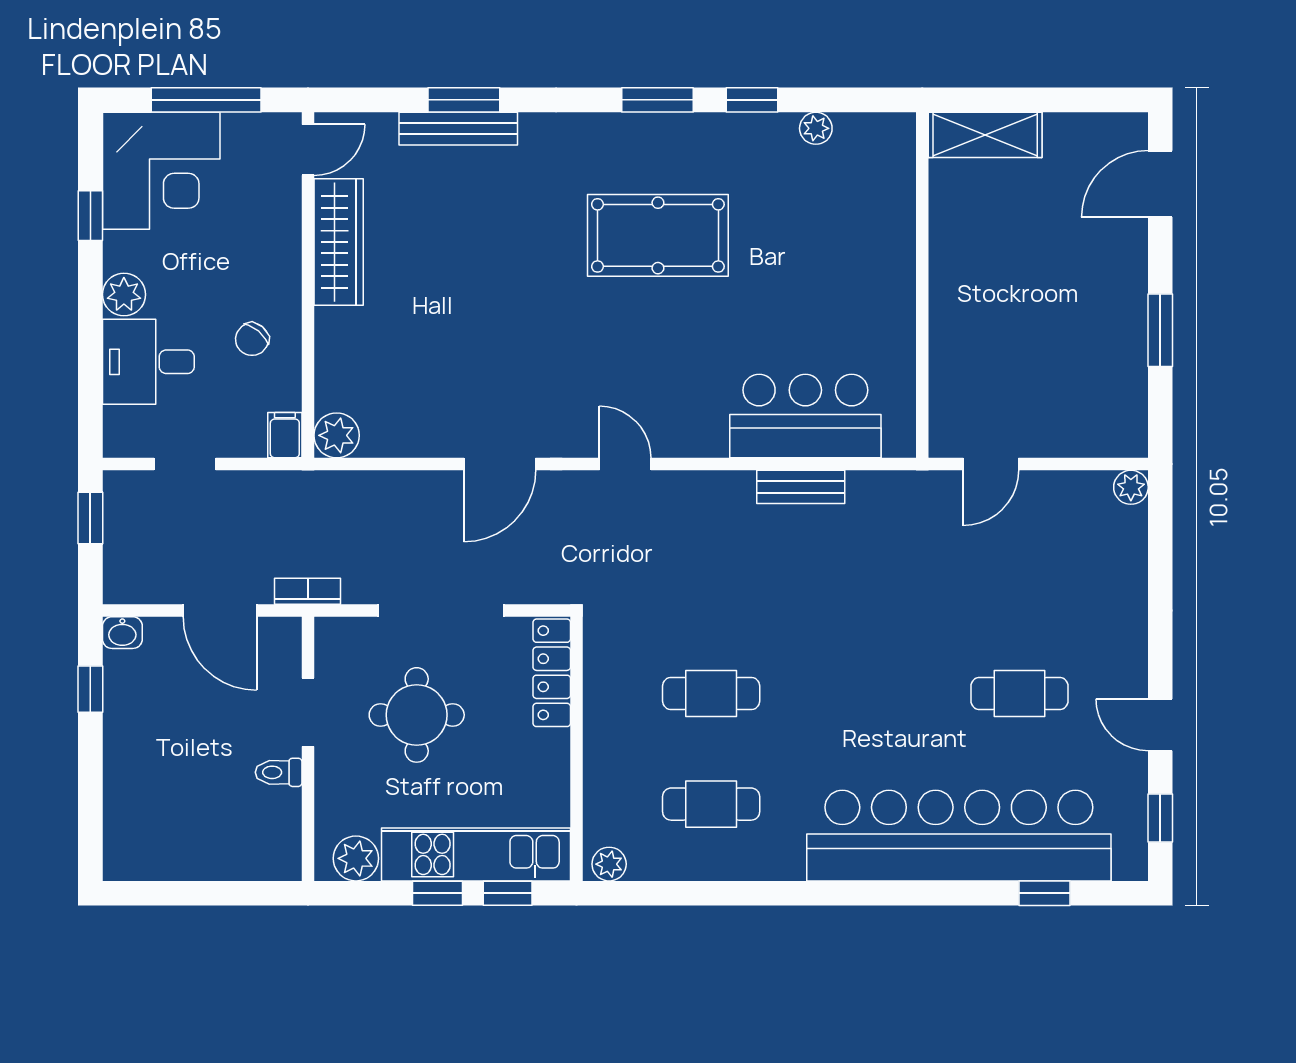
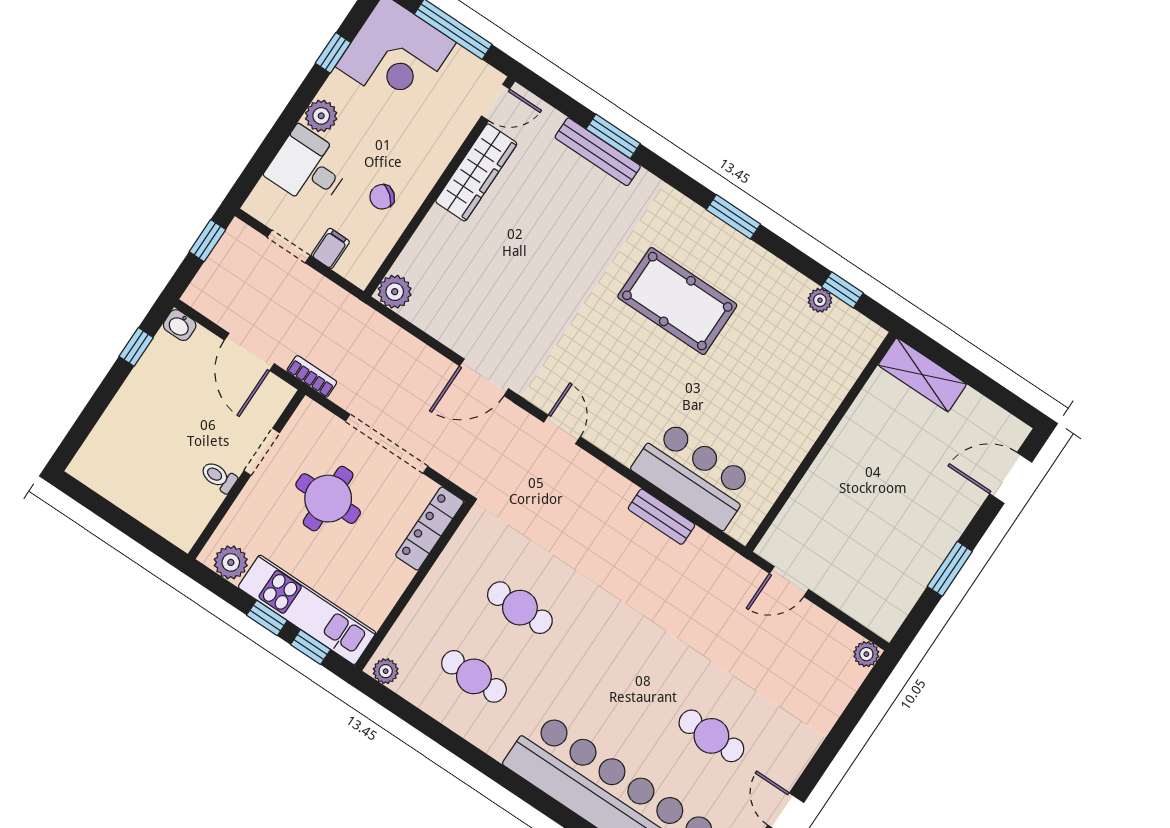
window: (752, 100) -> (842, 290), moved
filing cabinet: (285, 435) -> (330, 248), moved

